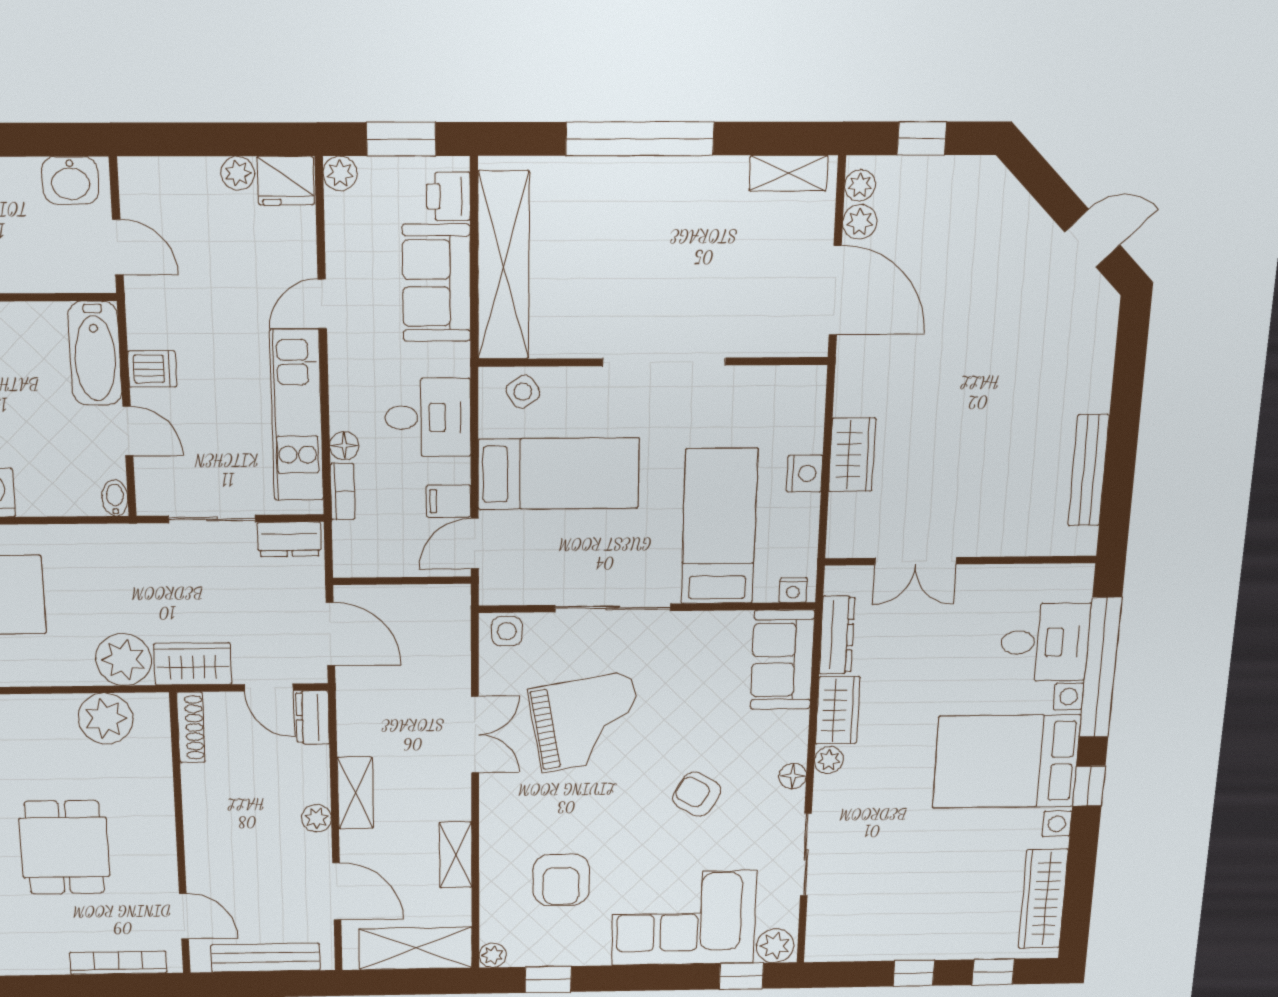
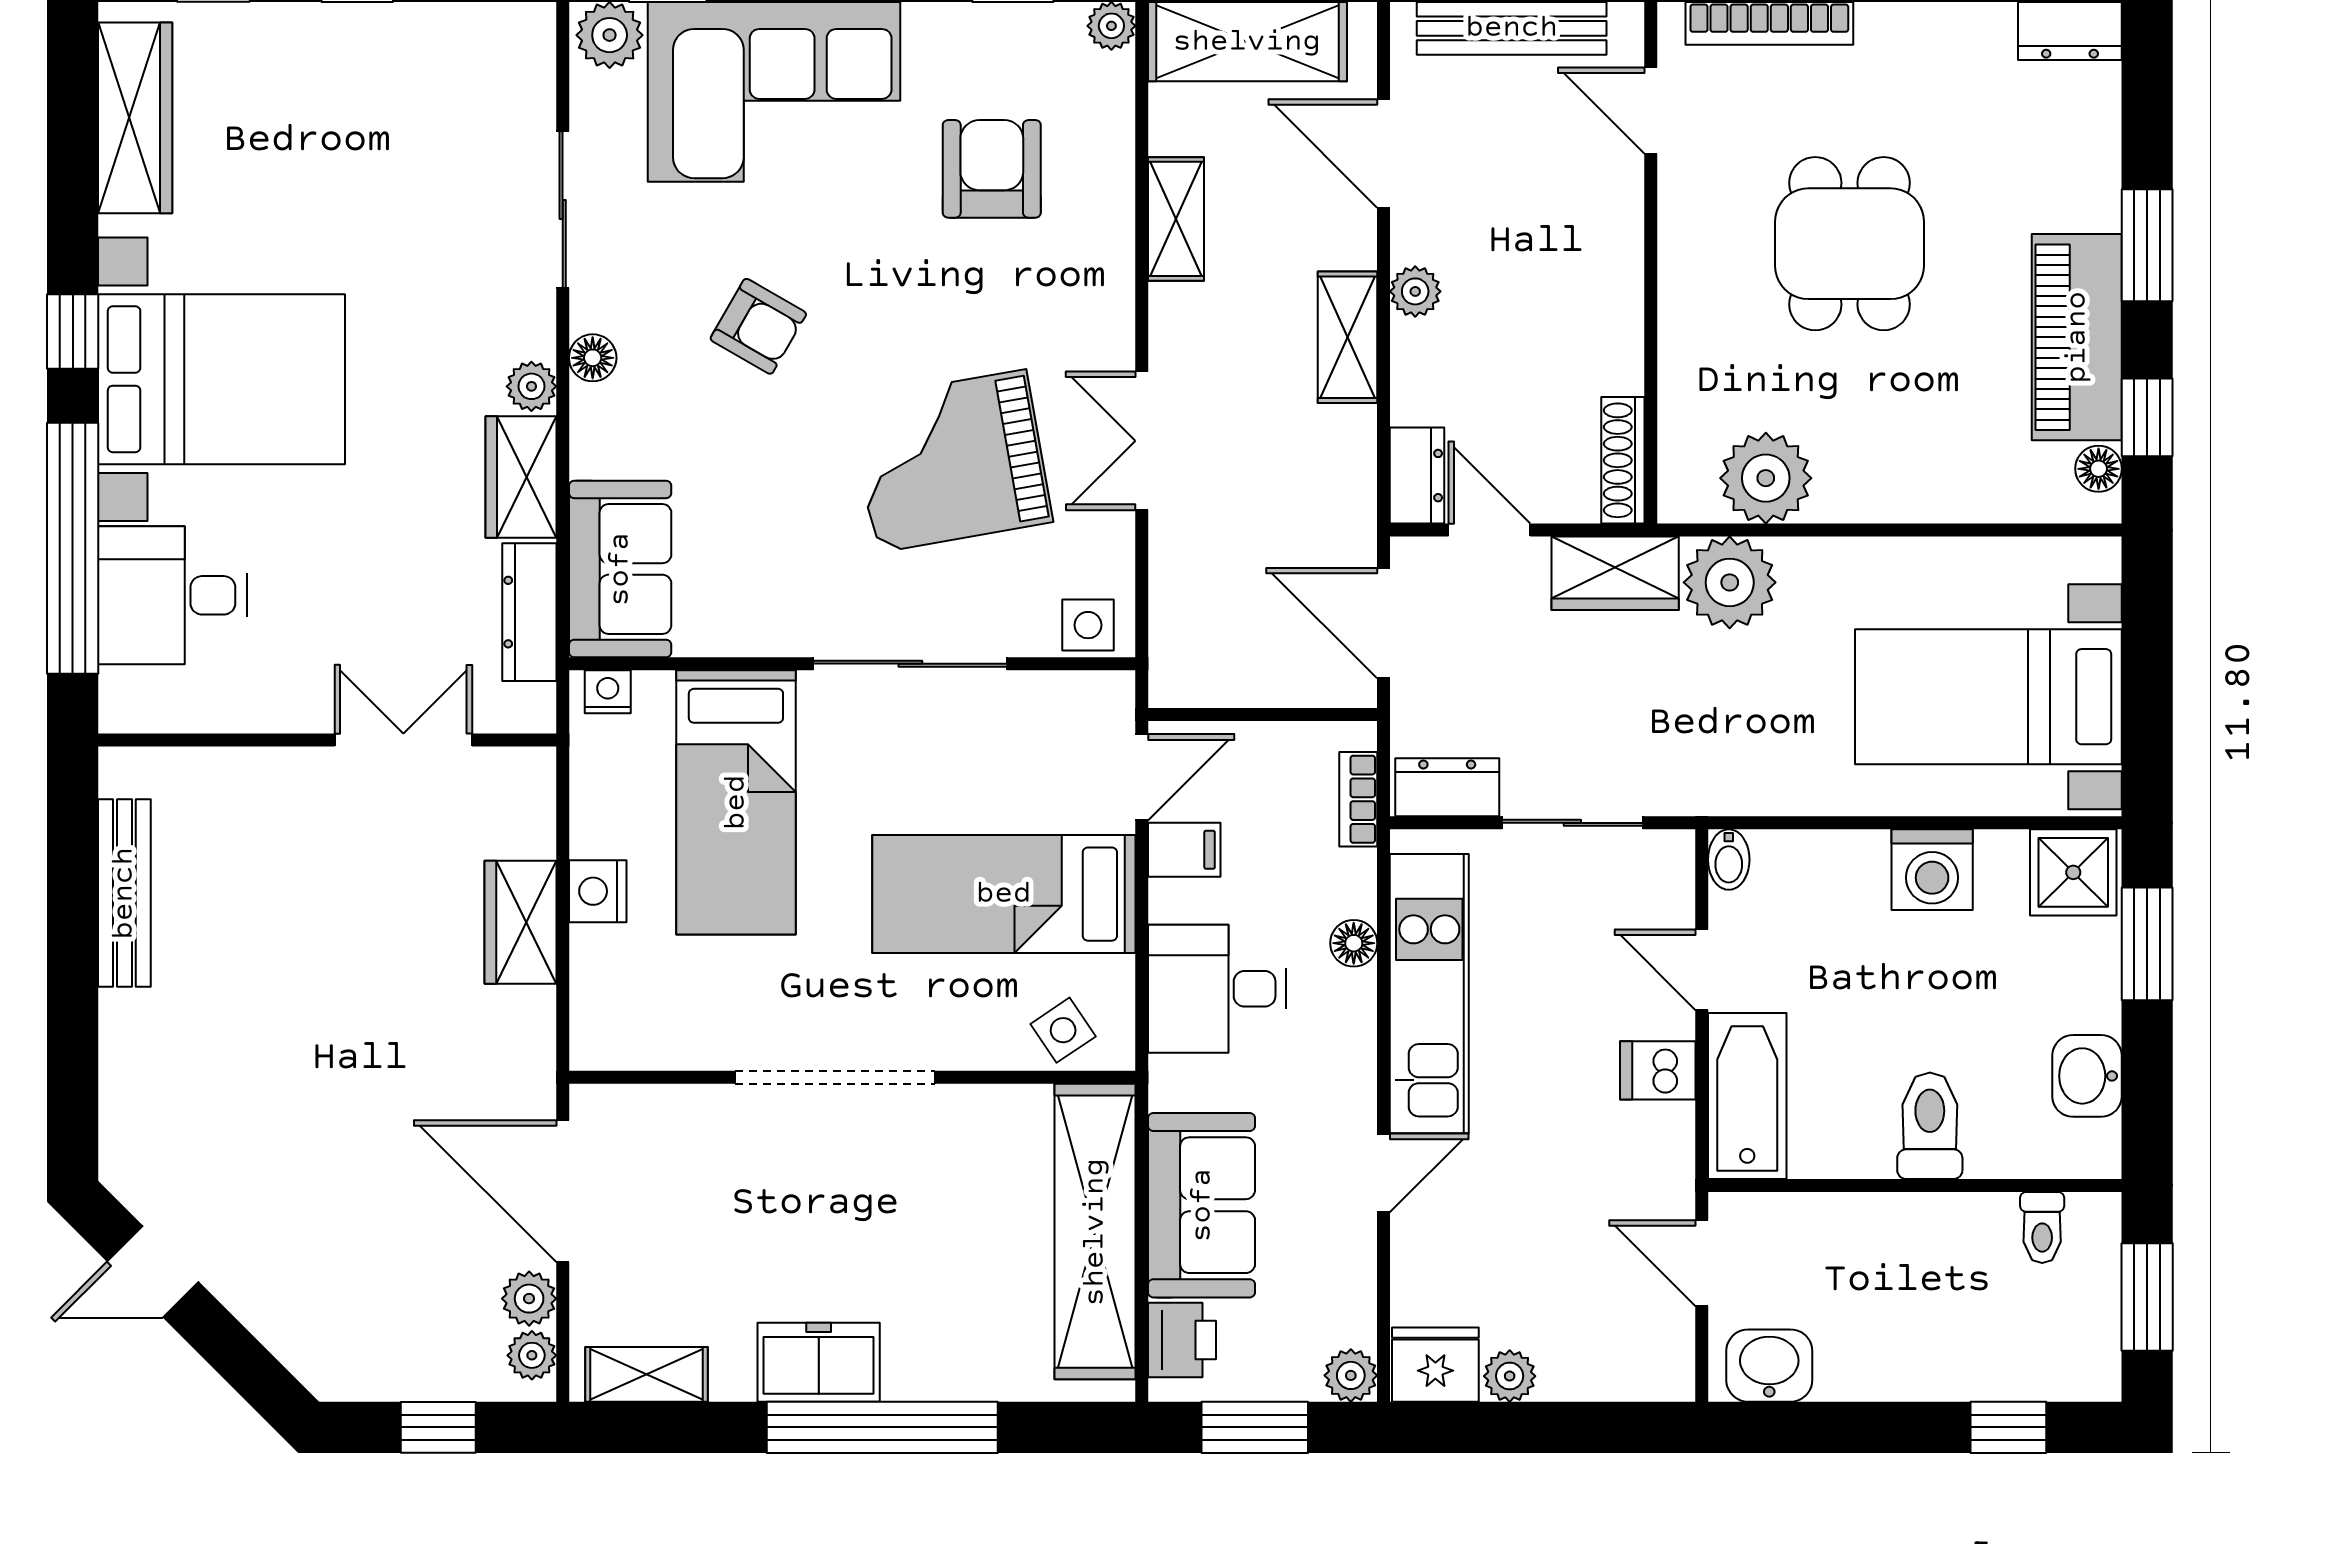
freezer: (679, 181) -> (819, 1362), added
bookcase: (342, 491) -> (1358, 799), moved

